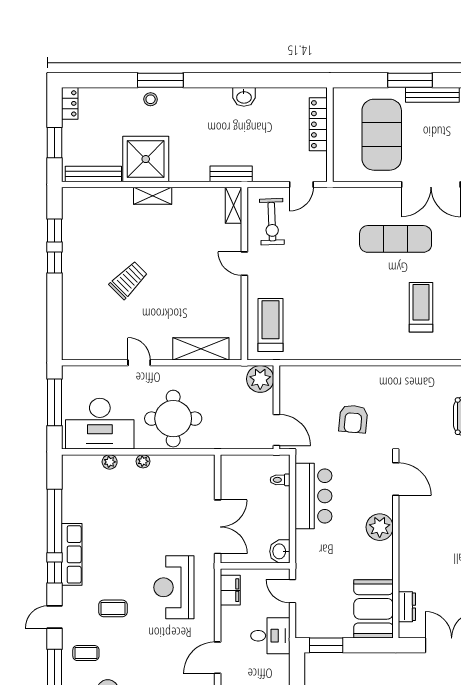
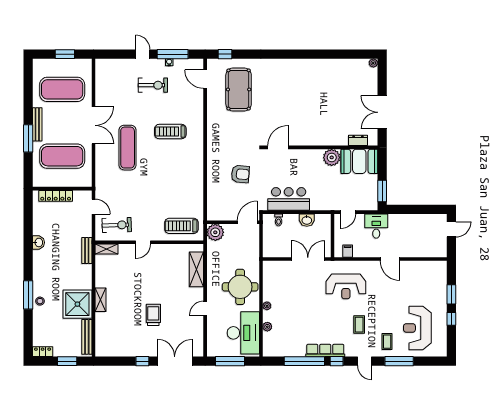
window: (55, 230) -> (122, 361), removed
trolley: (129, 280) -> (153, 315), turned 45
double door: (55, 314) -> (175, 361), added
plant: (380, 527) -> (332, 157), moved
washbasin: (280, 551) -> (307, 220), moved
filing cabinet: (230, 590) -> (348, 251), width x0.50

